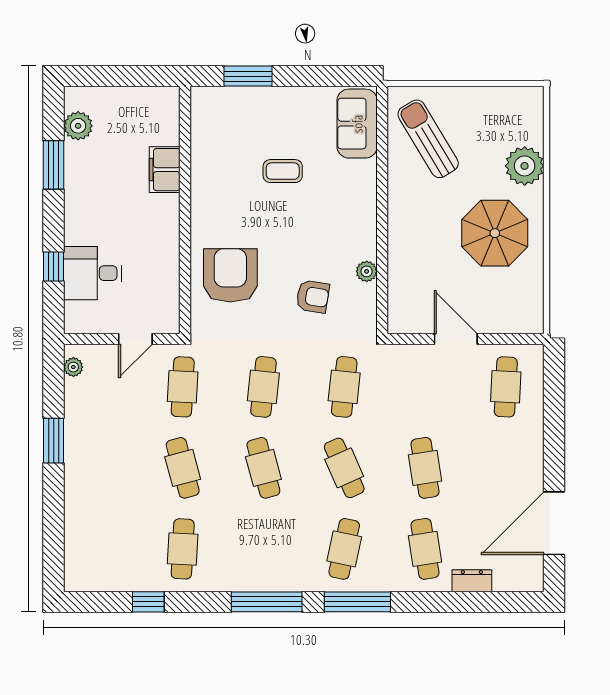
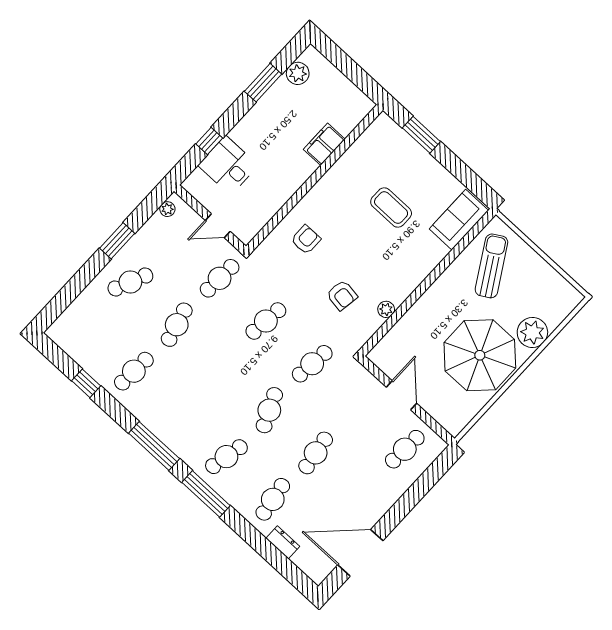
coffee table: (283, 171) -> (391, 208), width x1.36, depth x1.30
parasol: (495, 233) -> (480, 355), width x1.36, depth x1.36
armchair: (230, 275) -> (306, 240), width x0.53, depth x0.53
cafe table: (263, 468) -> (130, 282), moved, turned 39

